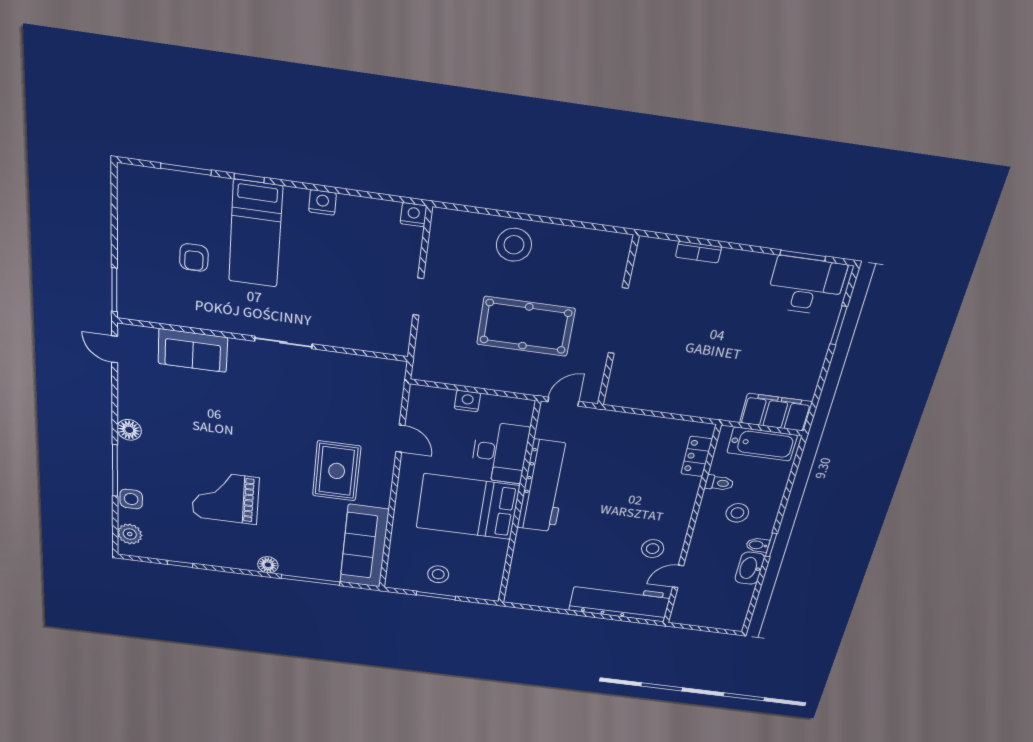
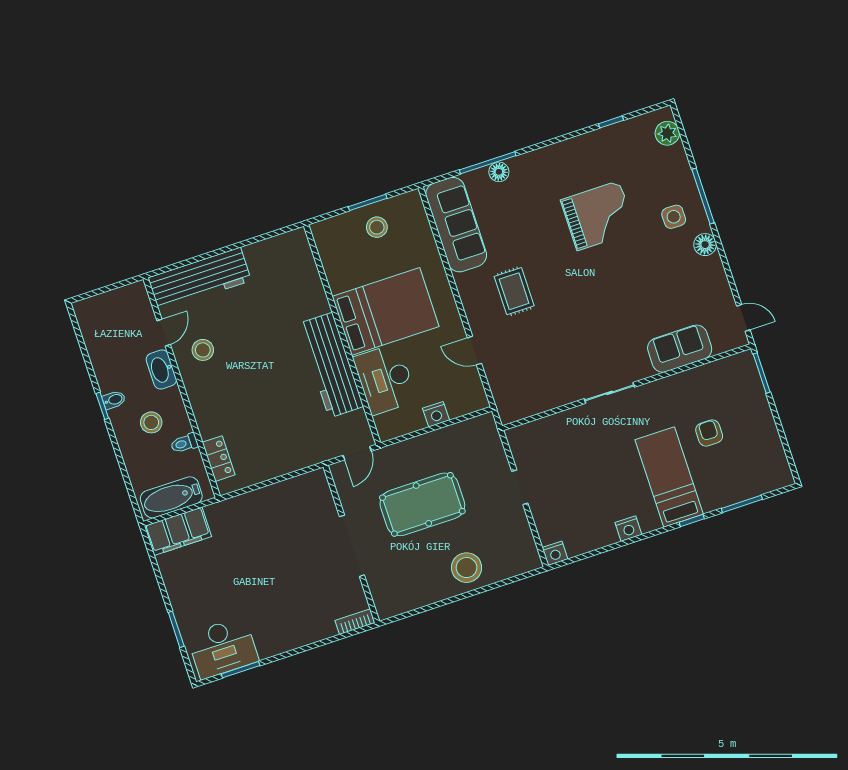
bookcase: (698, 252) -> (355, 622), moved
rug: (337, 471) -> (514, 291), width x0.73, depth x0.70
side table: (131, 499) -> (674, 217), moved
floor lamp: (268, 565) -> (499, 172), moved
washbasin: (750, 568) -> (161, 369), moved, turned 180

